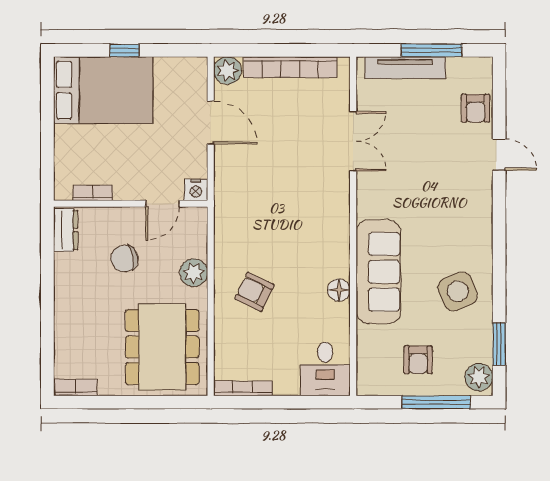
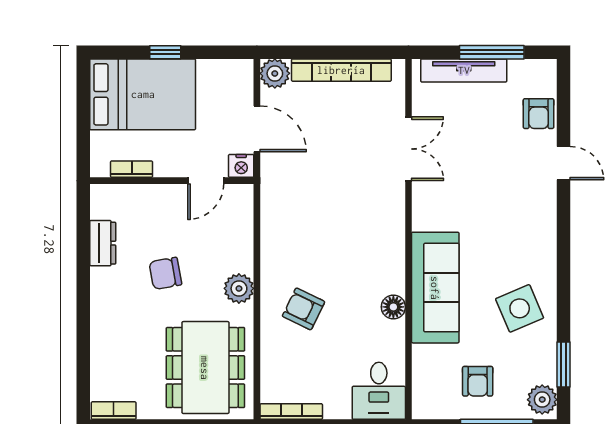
nightstand: (196, 190) -> (241, 166), moved
bookcase: (93, 193) -> (132, 169), moved
wall: (131, 204) -> (172, 181), moved
door: (162, 204) -> (206, 181), moved

